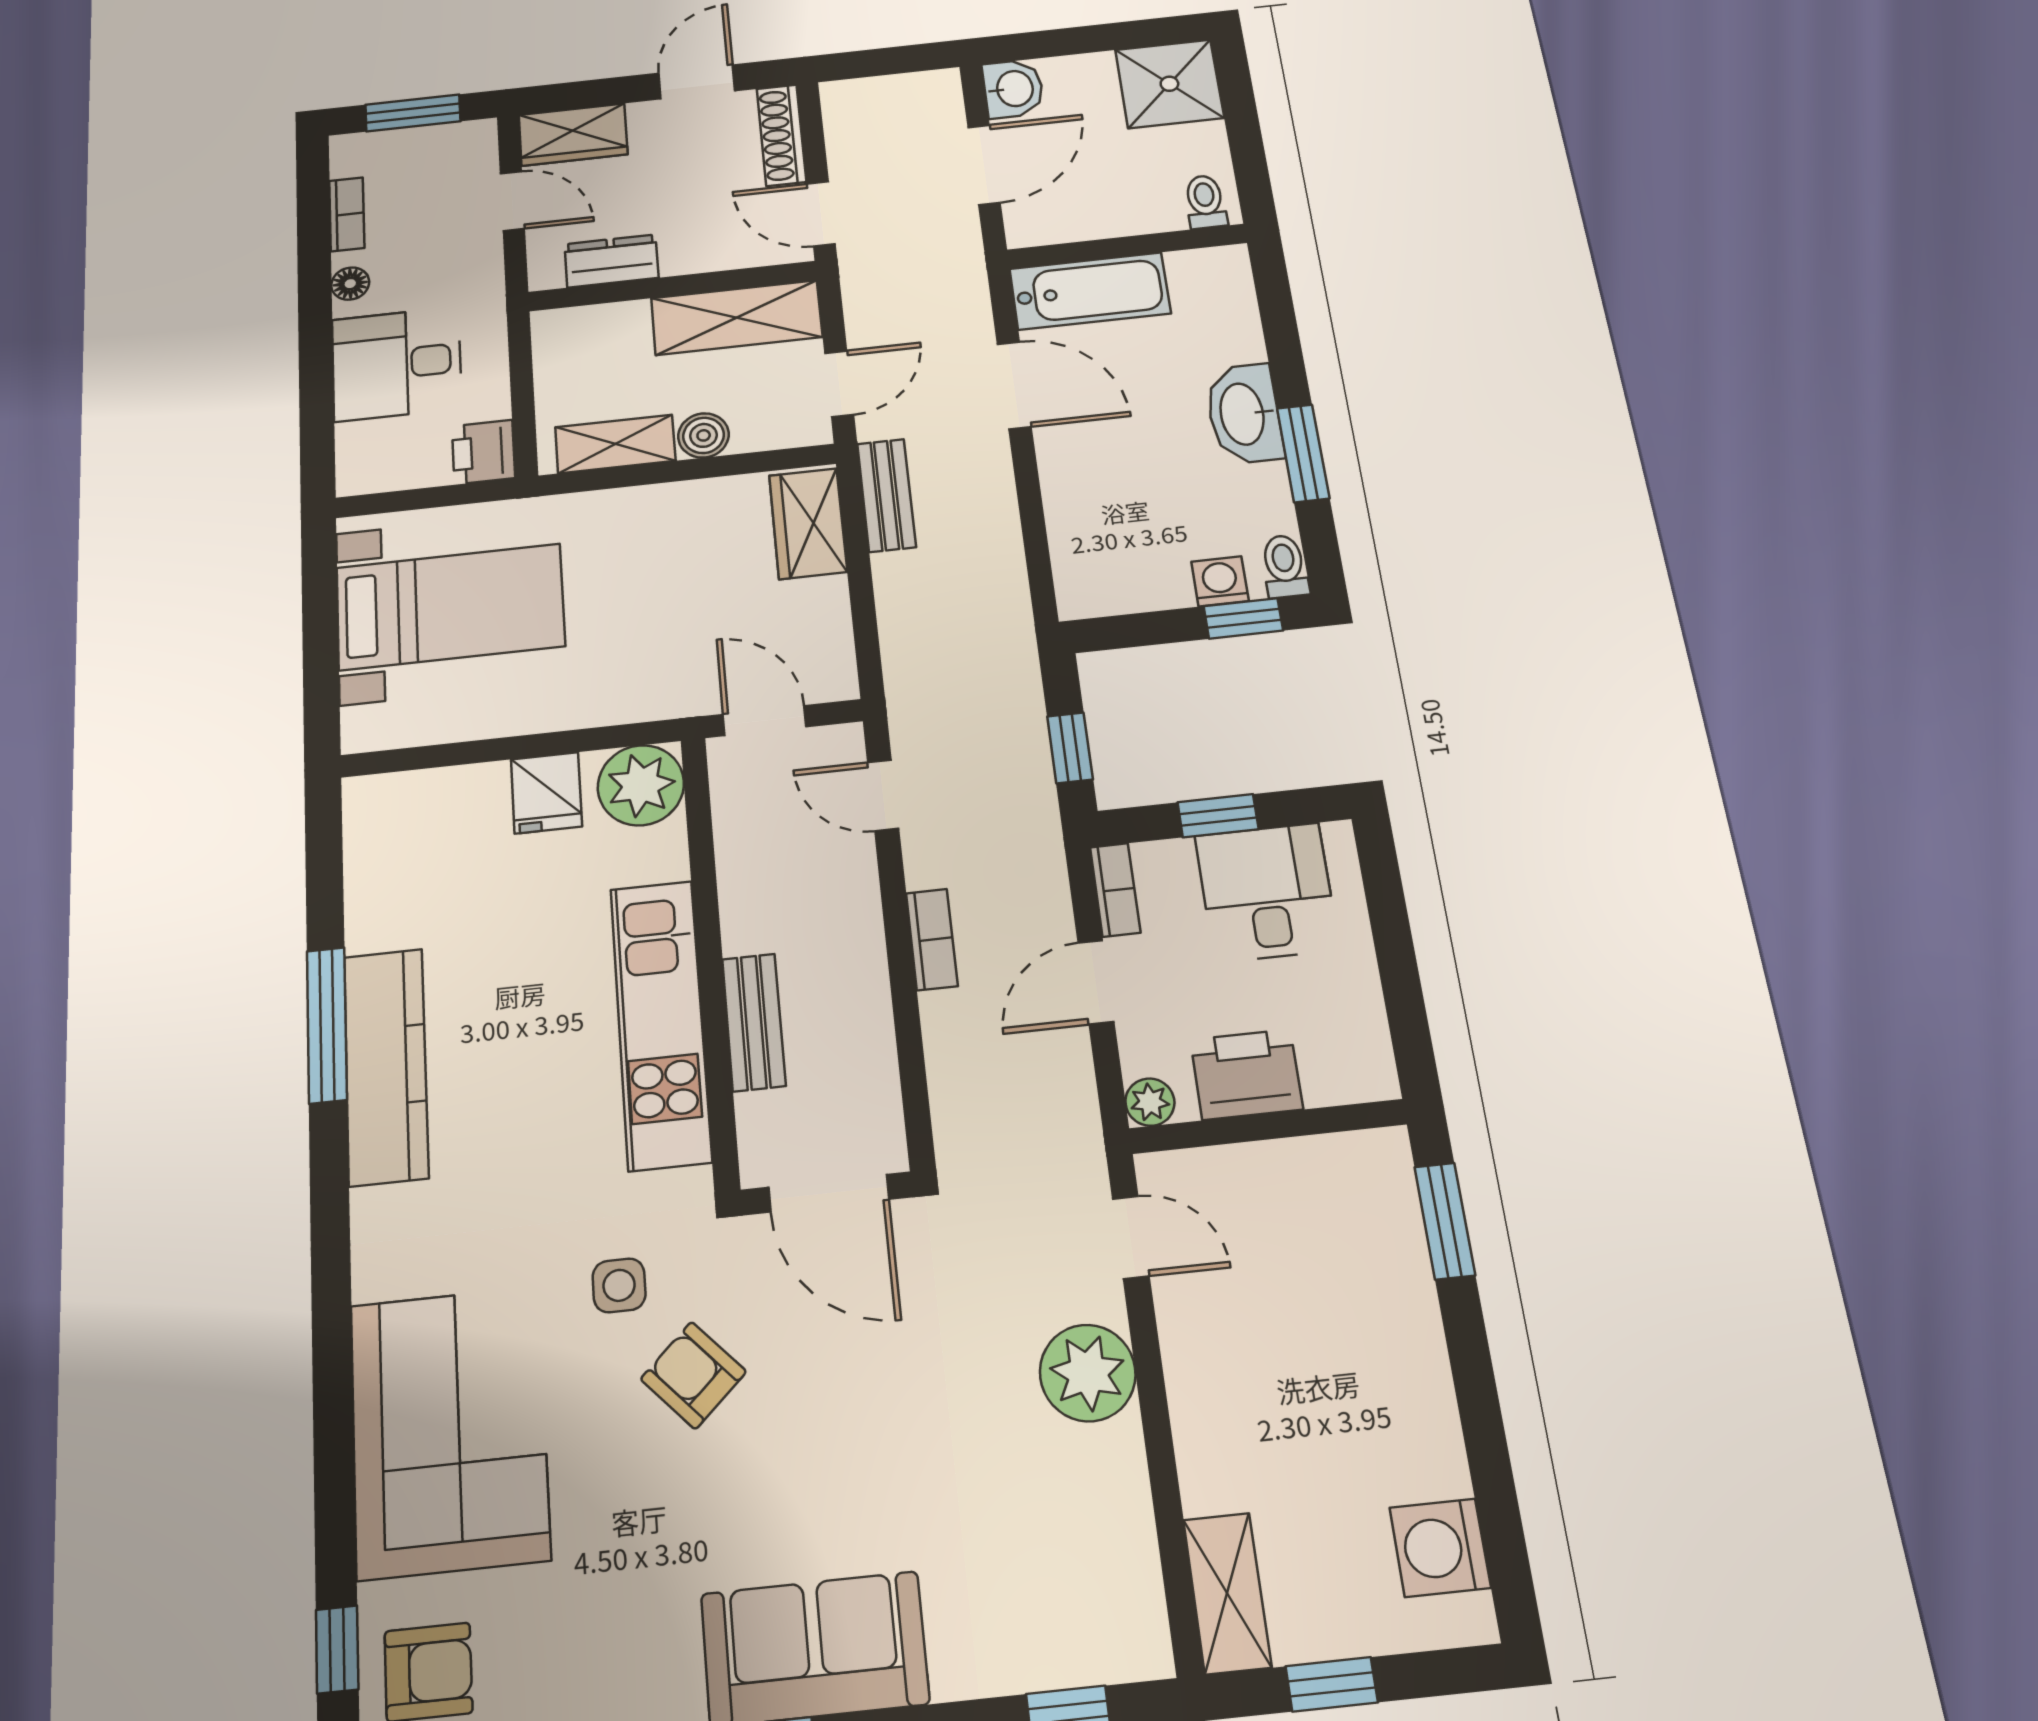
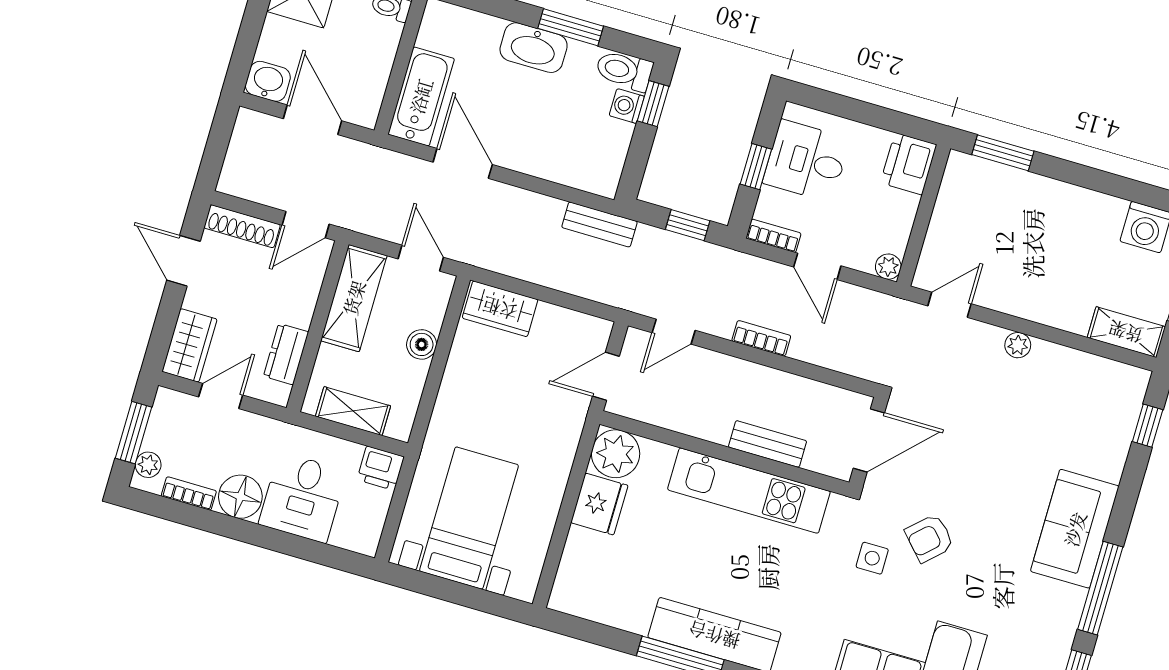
plant: (371, 148) -> (148, 465), added
floor lamp: (350, 284) -> (240, 497), width x1.89, depth x1.89
door: (1014, 385) -> (463, 163), hinge flipped
shelving: (615, 444) -> (353, 411), moved, turned 90
bench: (887, 495) -> (599, 224), moved
toilet: (1285, 566) -> (624, 70), width x1.37, depth x1.39
fridge: (546, 793) -> (599, 504), width x1.38
printer: (1246, 1074) -> (909, 164), moved
plant: (1088, 1373) -> (1018, 345), width x0.53, depth x0.53

